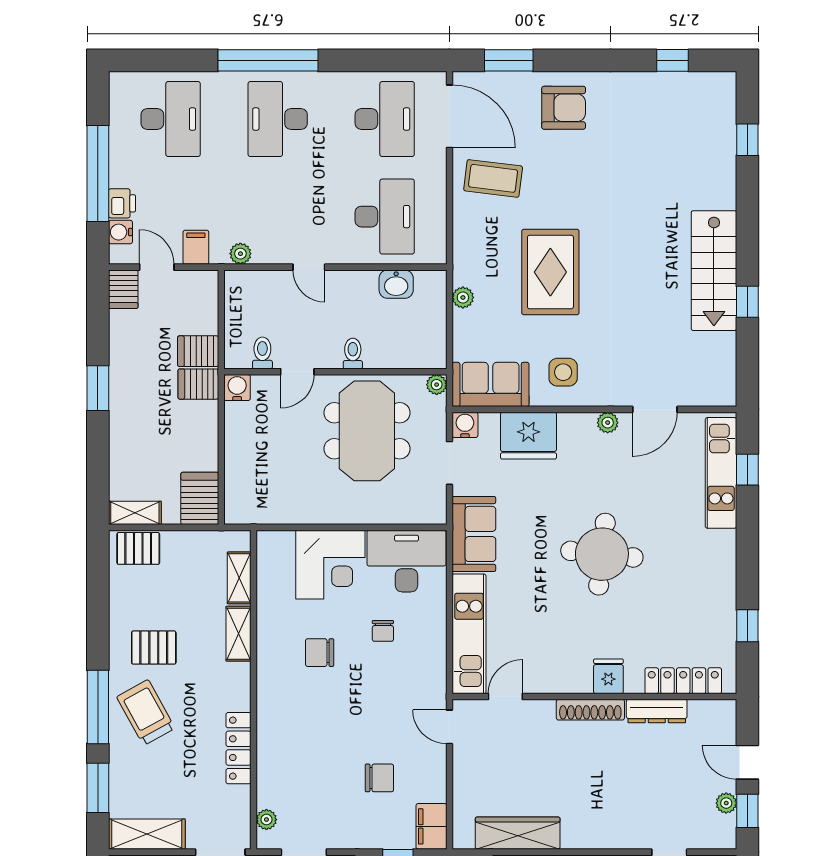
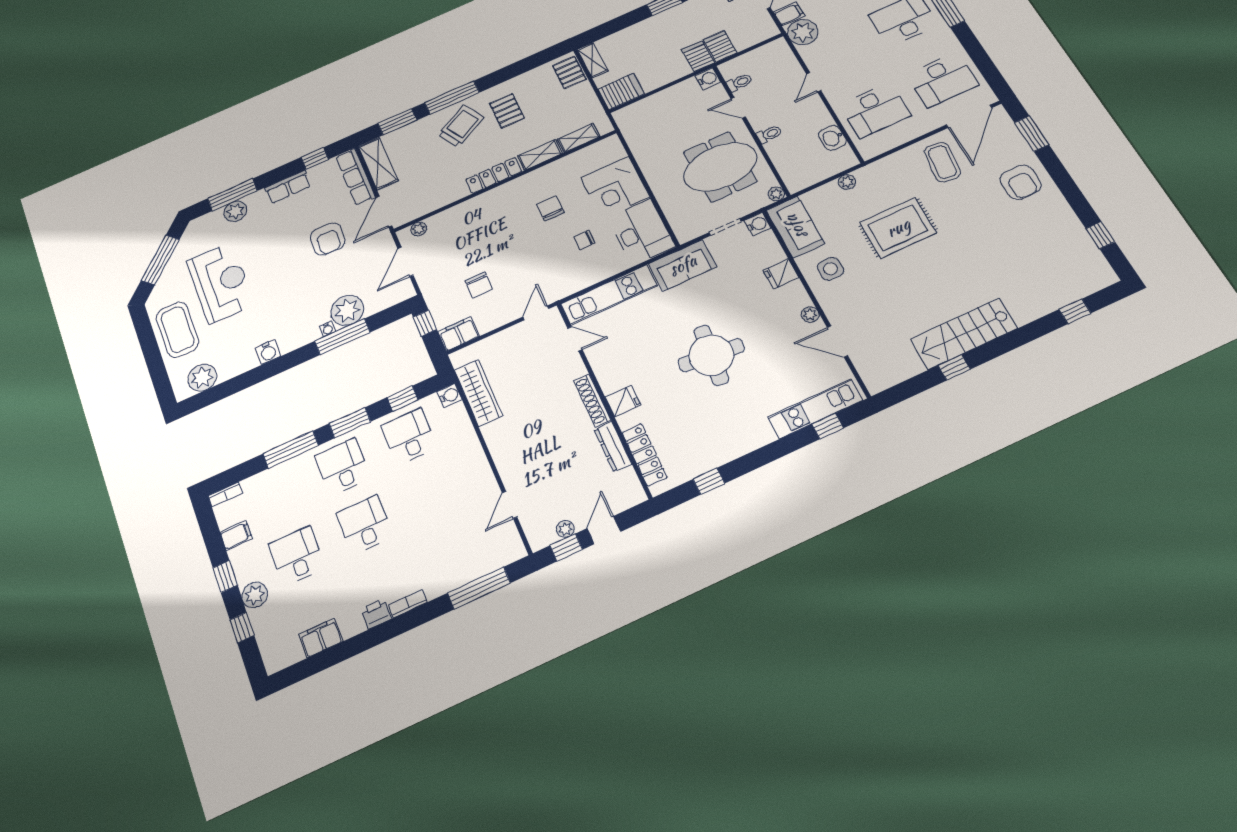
plant: (240, 254) -> (803, 32), width x1.88, depth x1.88
fridge: (528, 436) -> (781, 274), width x0.53, depth x0.75
locker: (238, 748) -> (494, 175), moved

